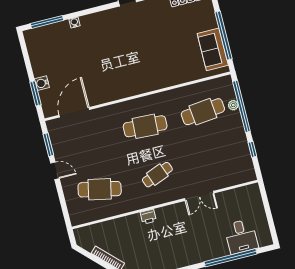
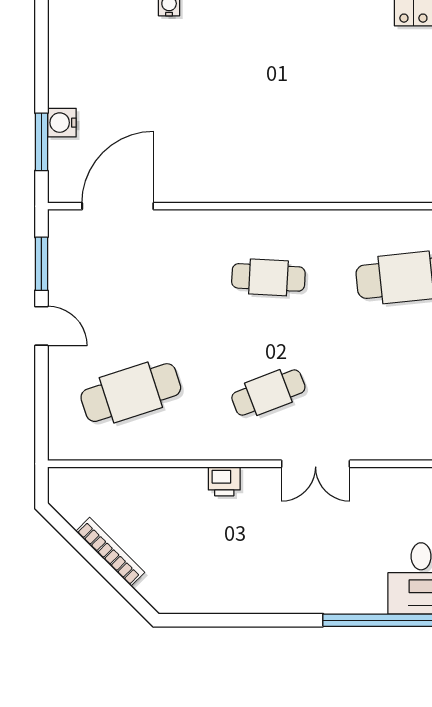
cafe table: (145, 126) -> (268, 277), width x0.73, depth x0.74
cafe table: (100, 189) -> (131, 393), turned -30
double door: (199, 196) -> (316, 464), moved

